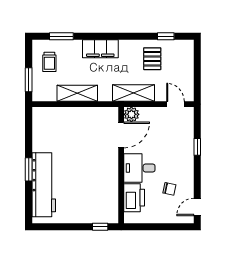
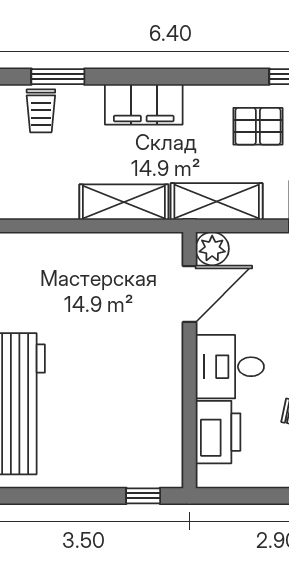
pallet: (152, 59) -> (258, 126), turned 90
trolley: (49, 62) -> (41, 111), moved
shelving: (77, 93) -> (124, 202), moved

